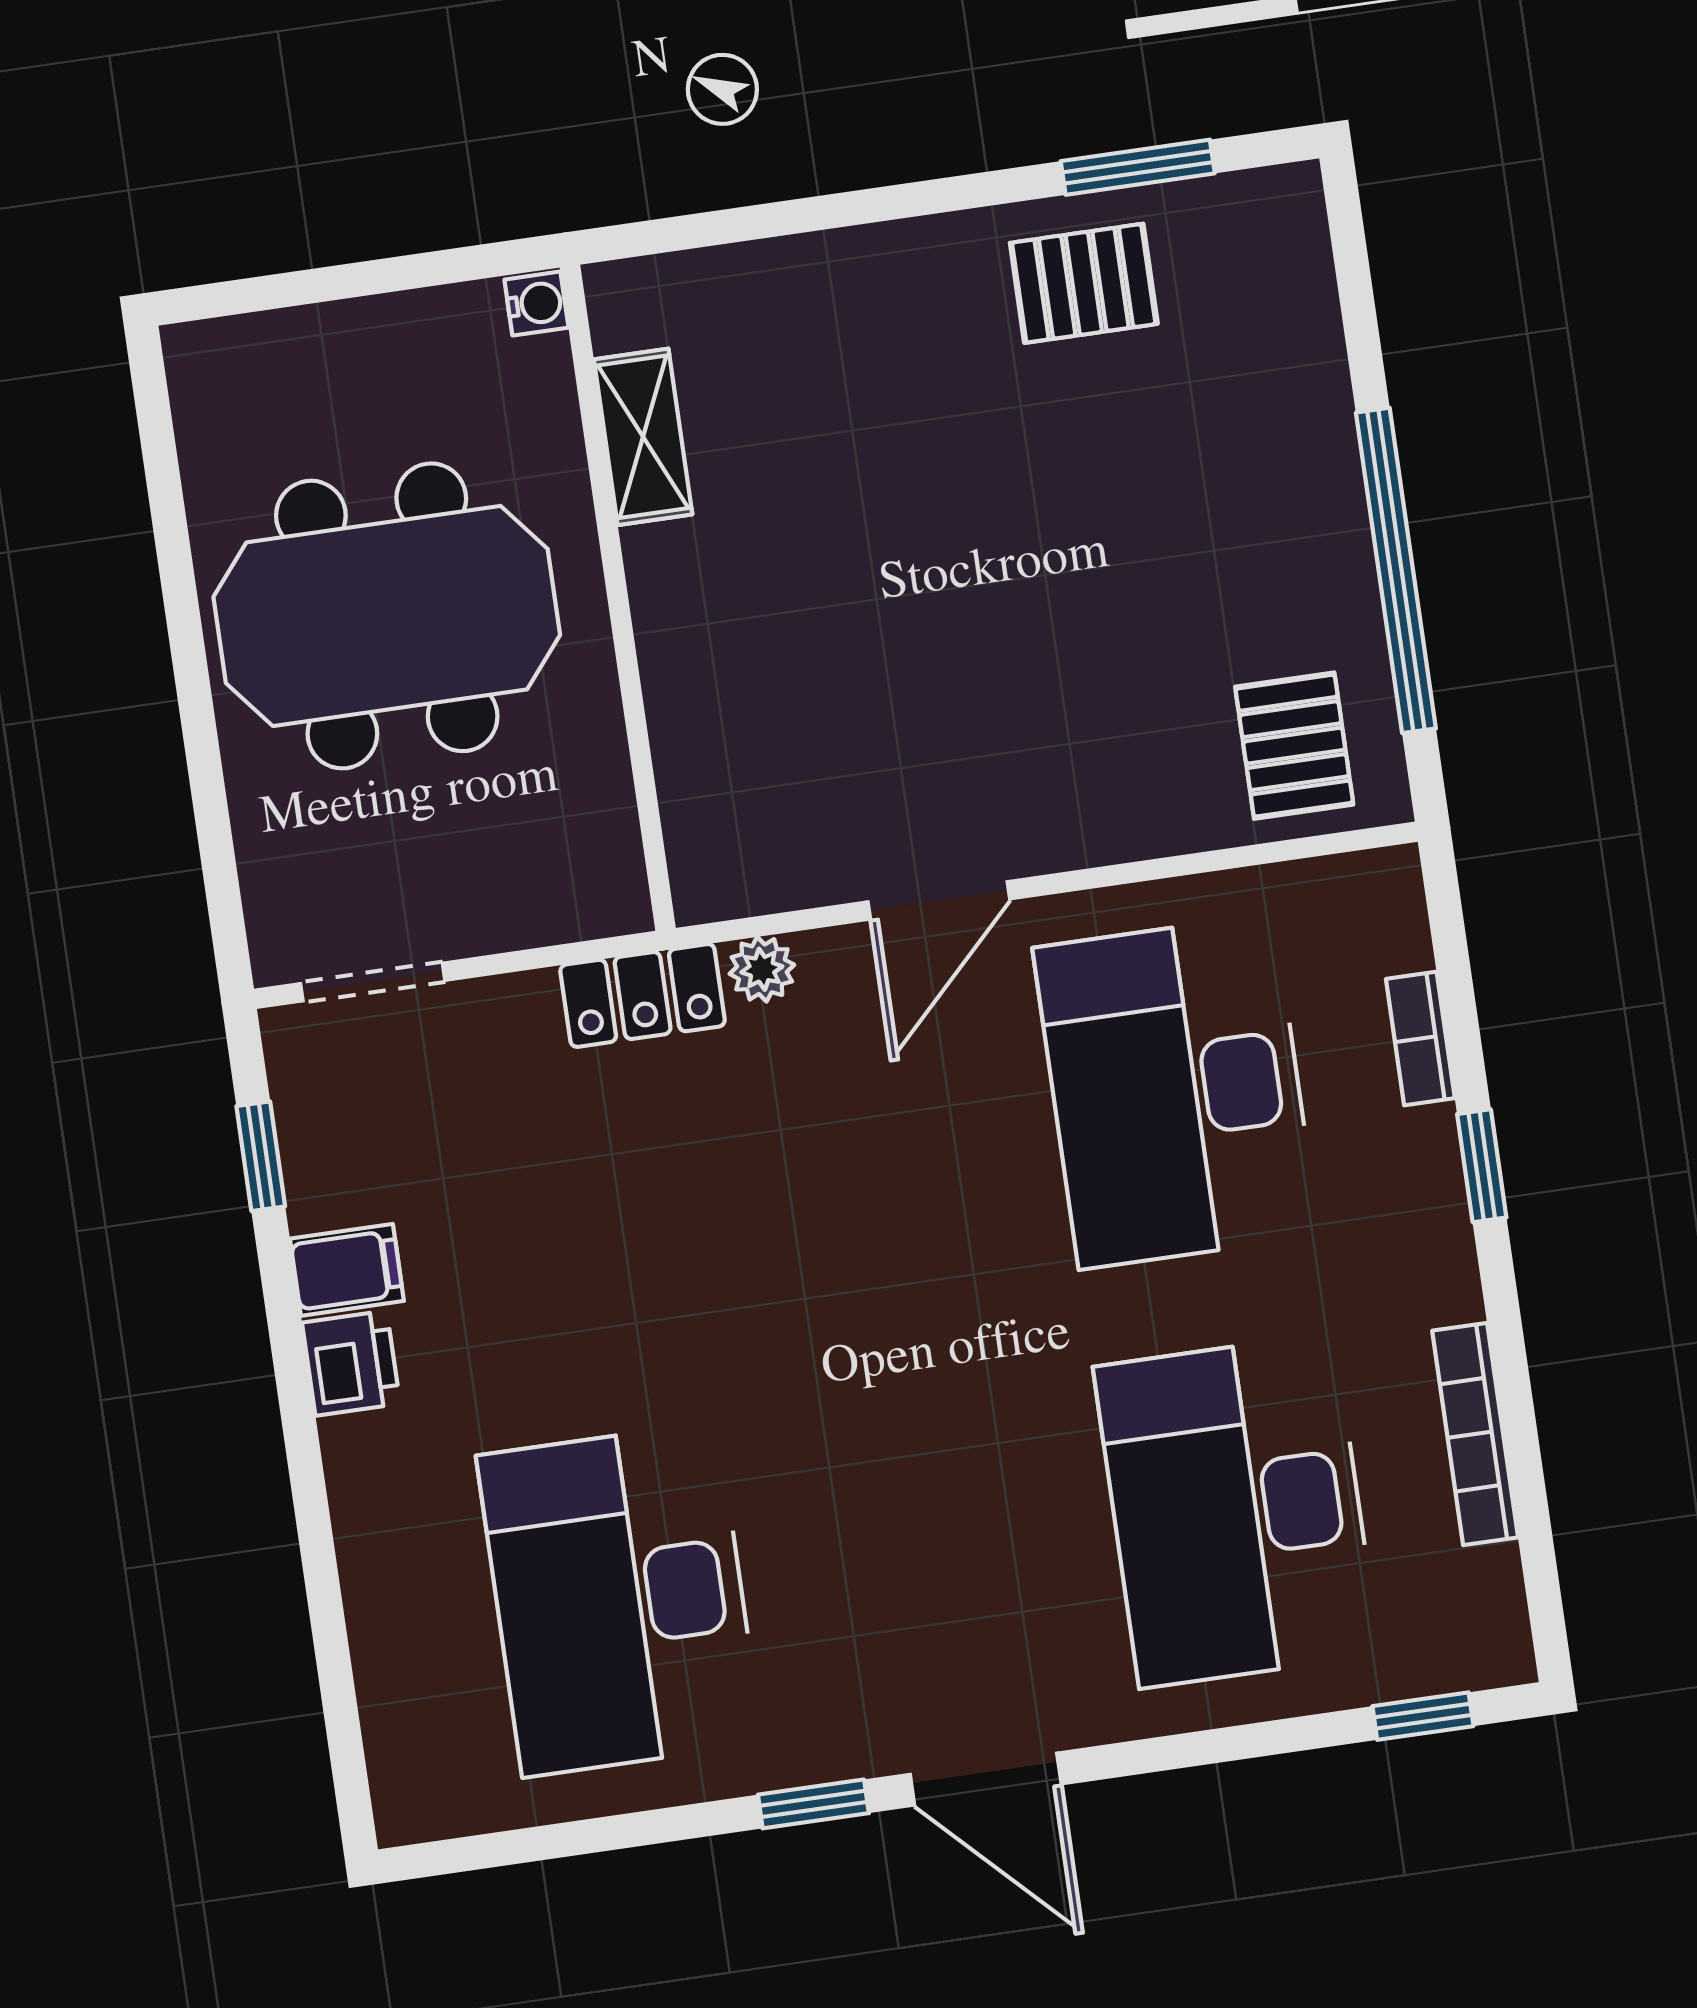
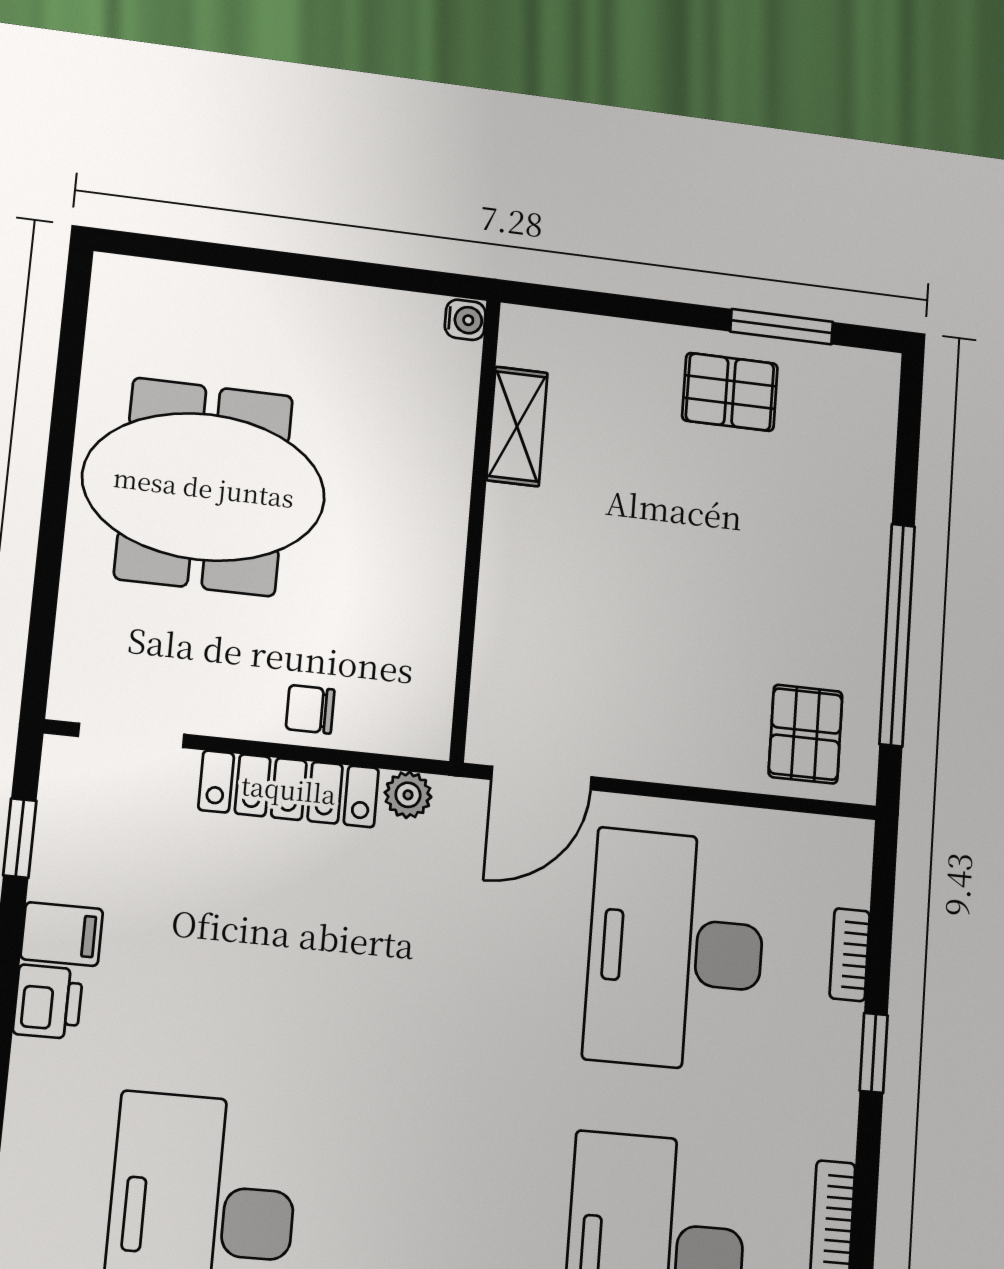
water cooler: (536, 304) -> (465, 320), moved
shelving: (643, 437) -> (517, 426), moved
wall: (618, 598) -> (475, 529), moved
chair: (603, 886) -> (310, 709), added
locker: (643, 995) -> (289, 789), width x1.53

